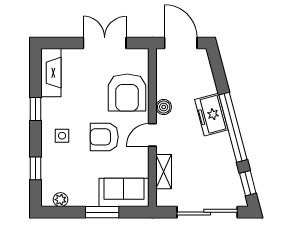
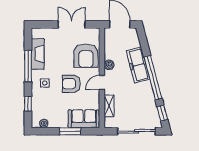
fireplace: (51, 73) -> (38, 54), moved
window: (35, 109) -> (28, 66), width x2.17
freezer: (211, 115) -> (138, 65), width x1.40

